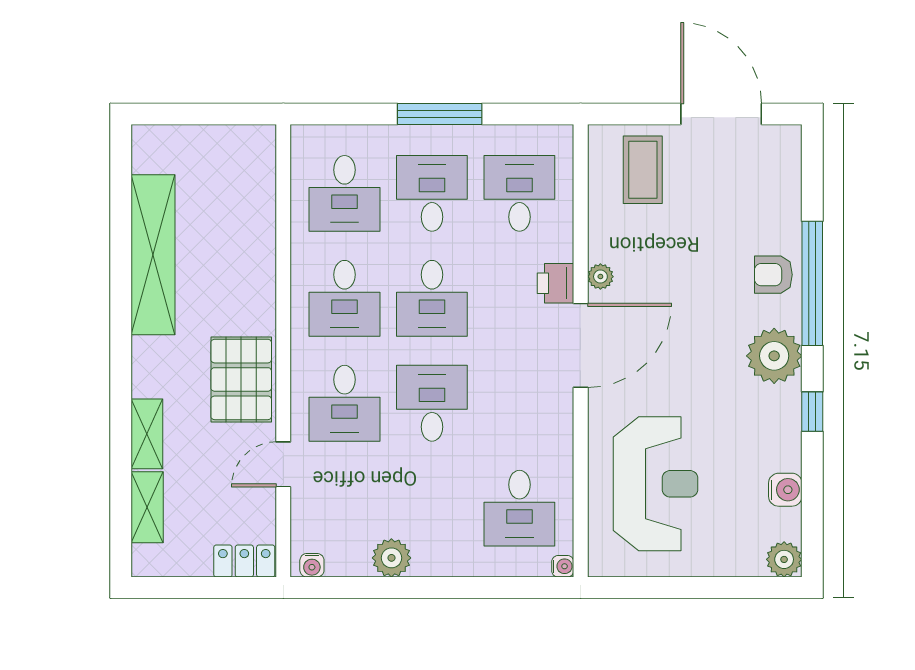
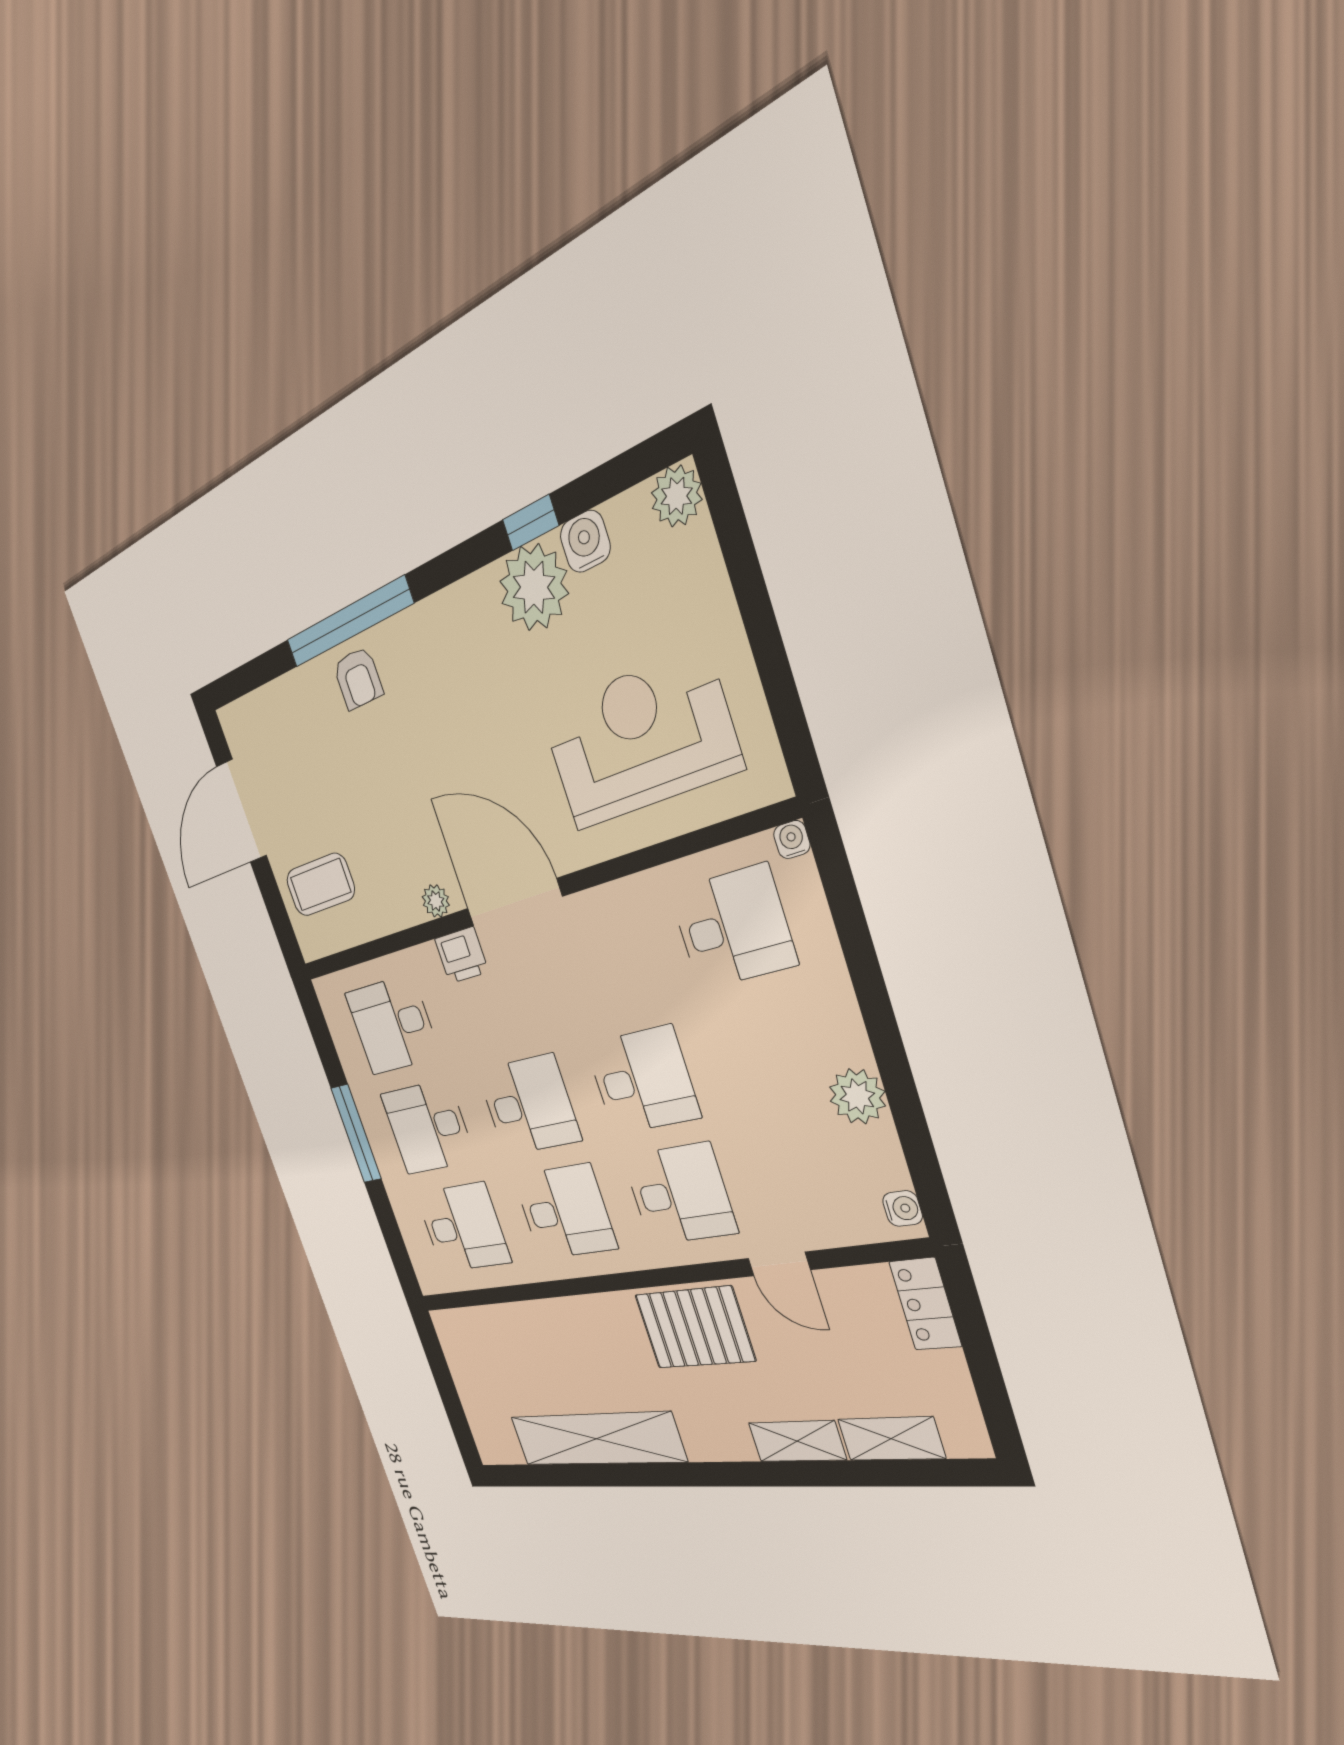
plant: (774, 356) -> (534, 587), moved
desk: (432, 403) -> (642, 1081), turned 180
window: (812, 412) -> (530, 523), moved

